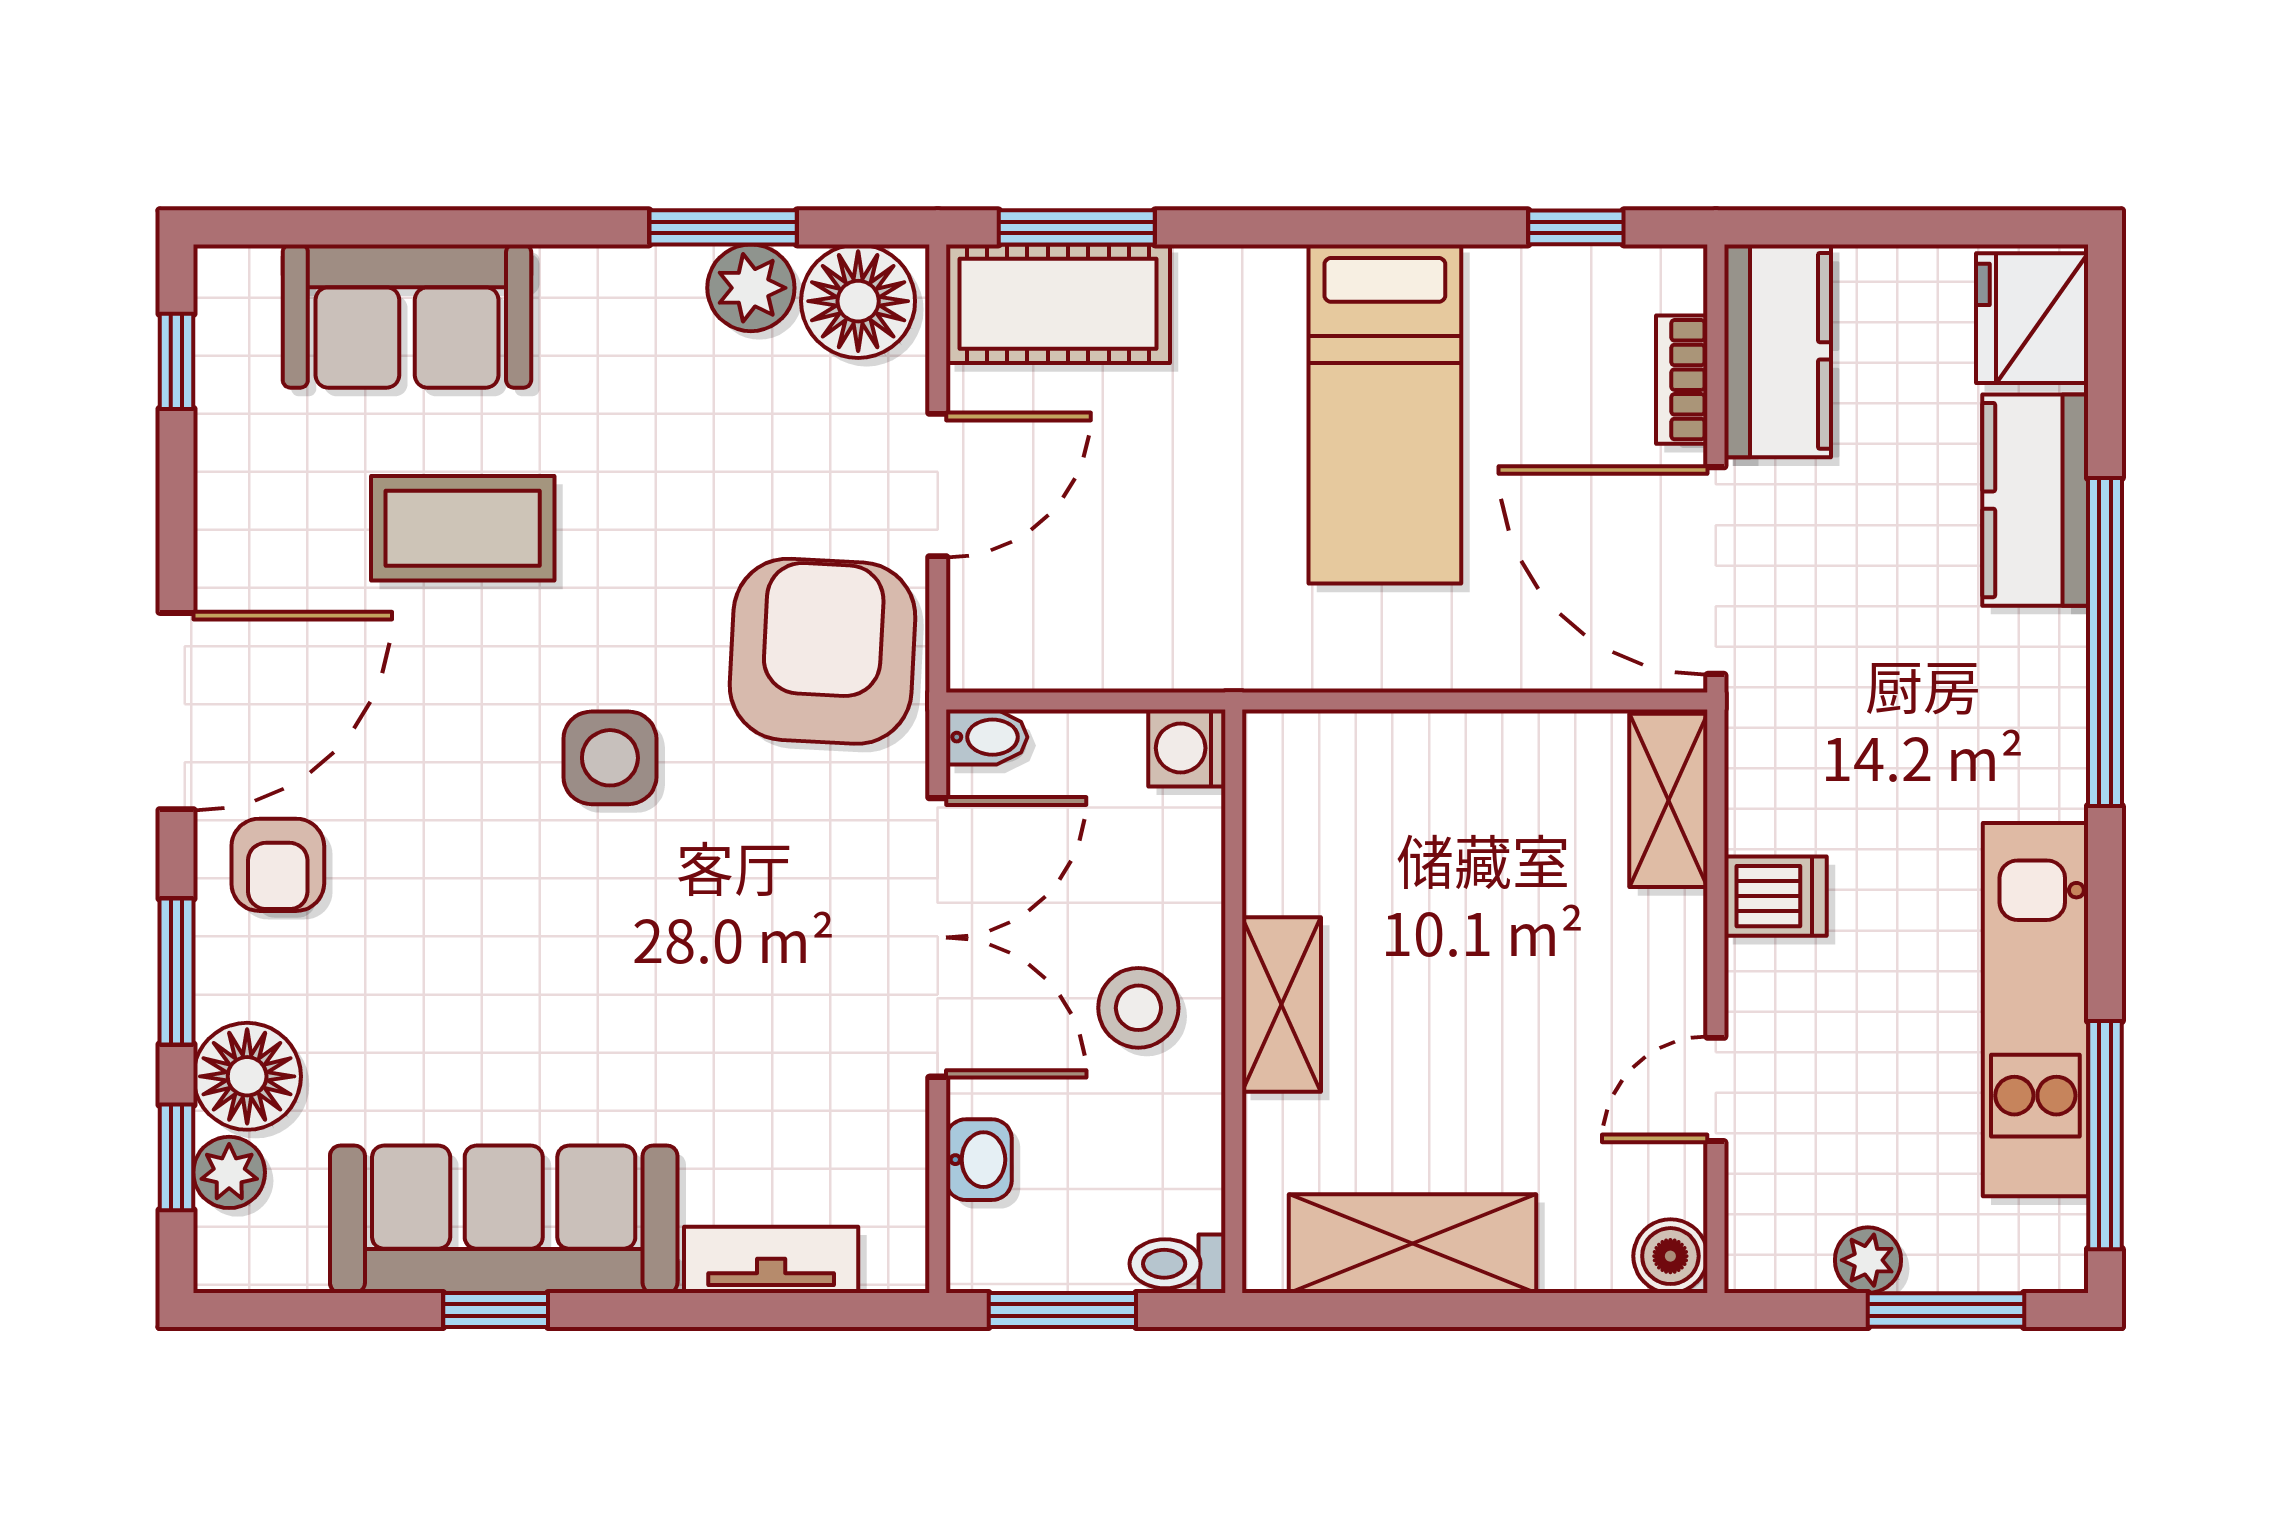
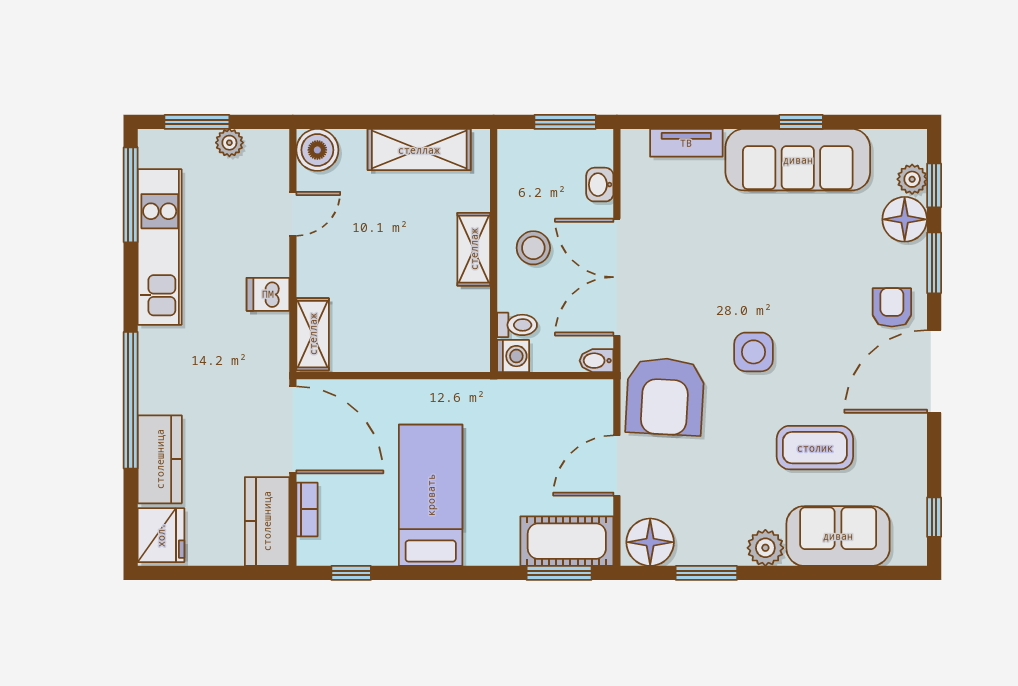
plant: (751, 288) -> (765, 548), moved
boiler: (1670, 1256) -> (317, 150), width x1.36, depth x1.36
toilet: (1177, 1264) -> (517, 325), moved

